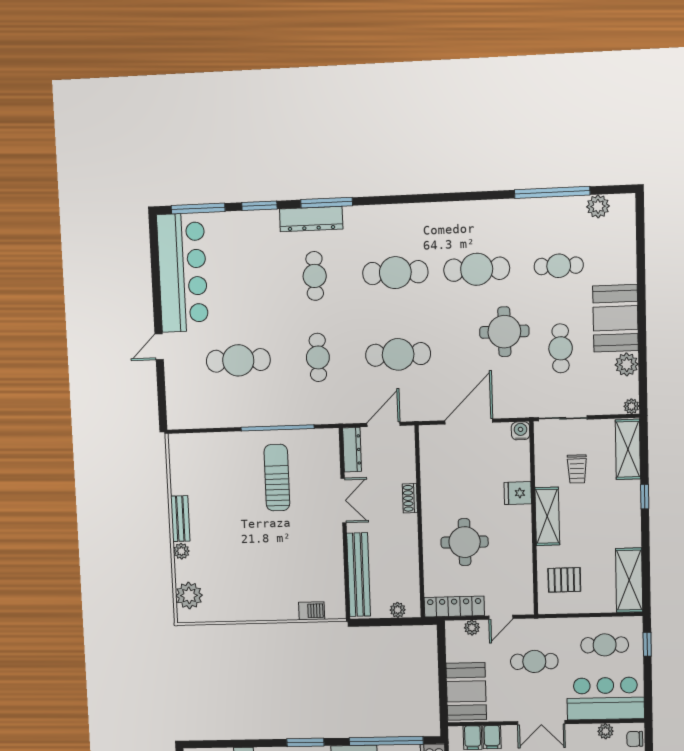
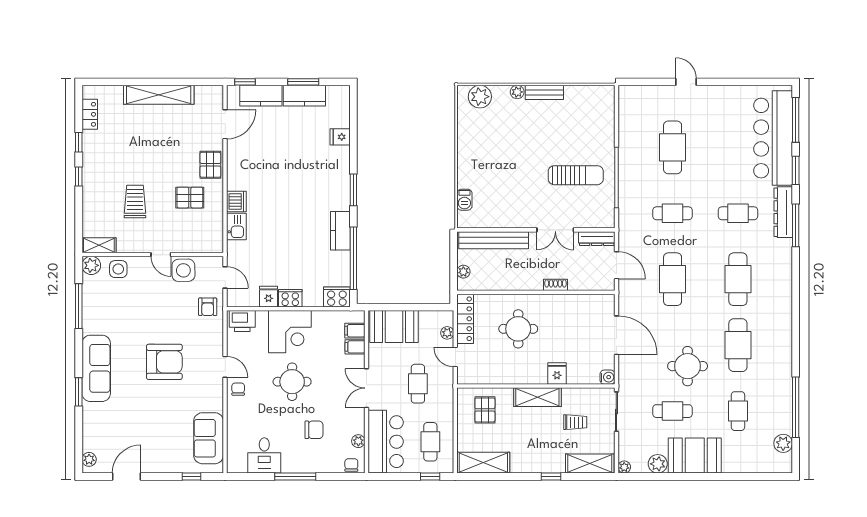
bar counter: (183, 273) -> (773, 138), moved, turned 90
trolley: (577, 469) -> (575, 422), turned 180

